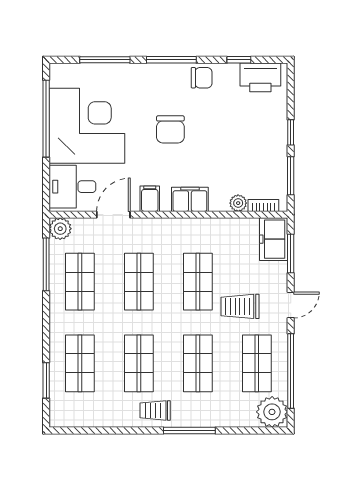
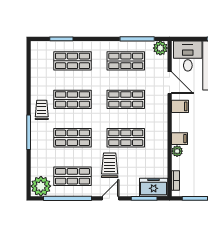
filing cabinet: (190, 199) -> (179, 139), width x0.50
plant: (238, 203) -> (177, 151), moved
door: (291, 305) -> (111, 198), swing flipped

